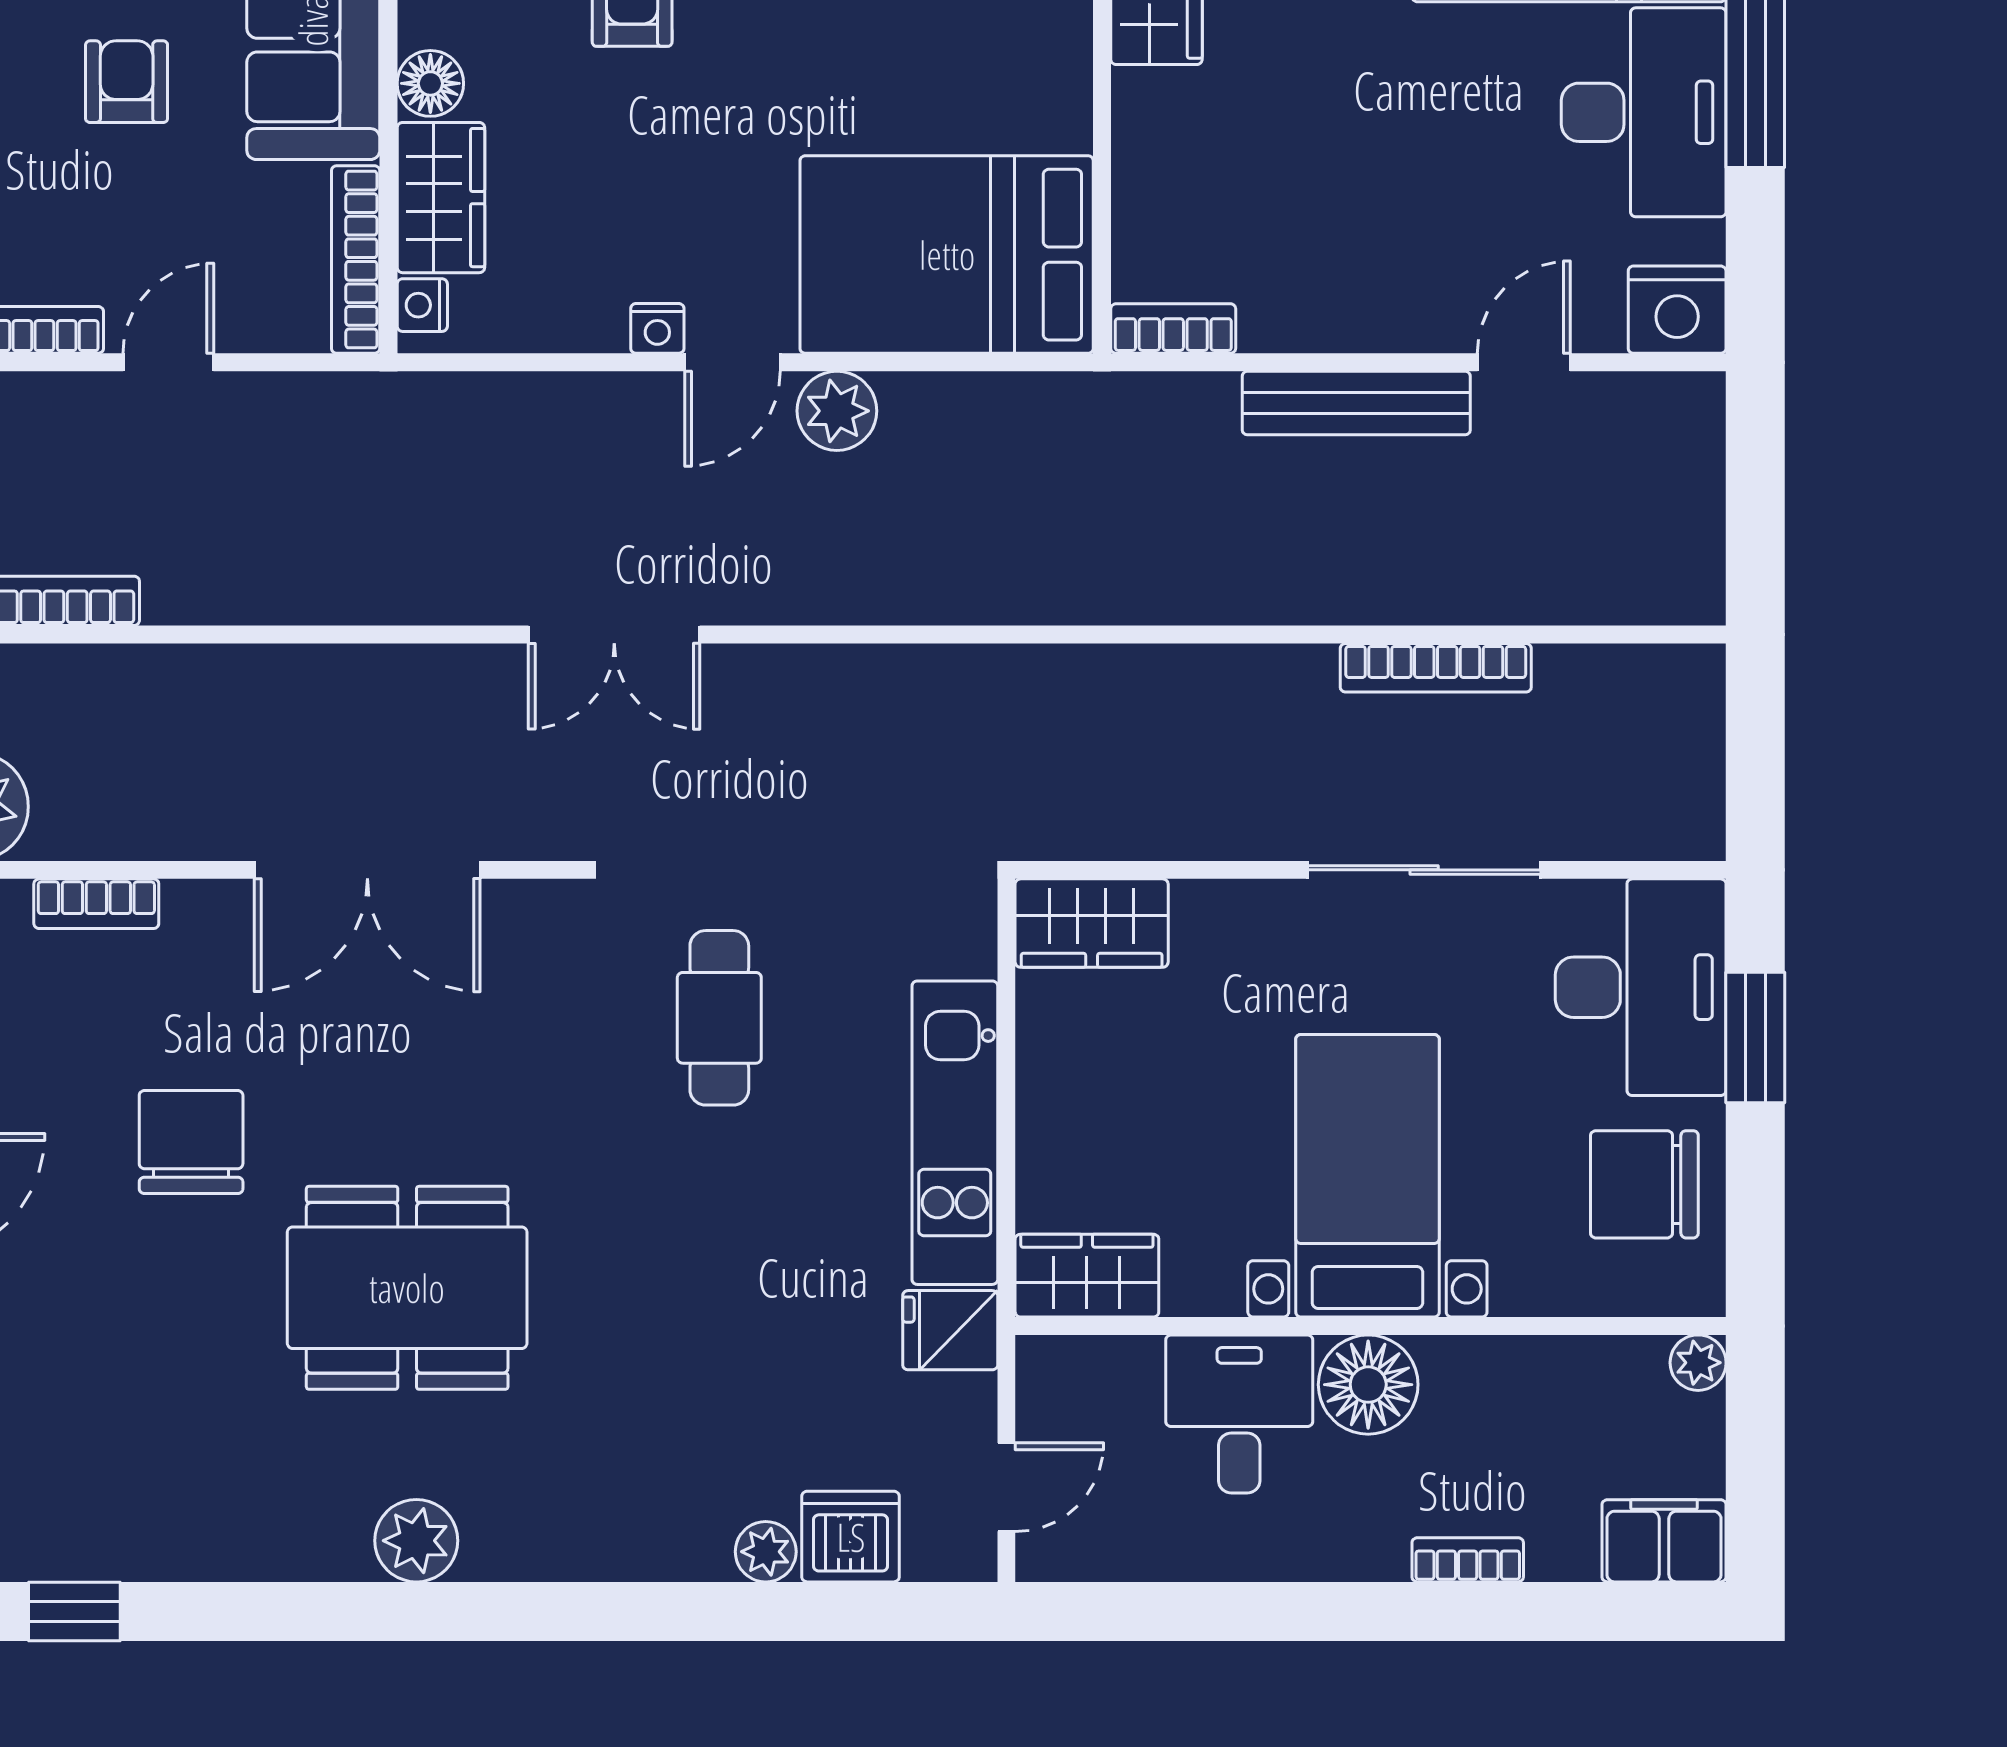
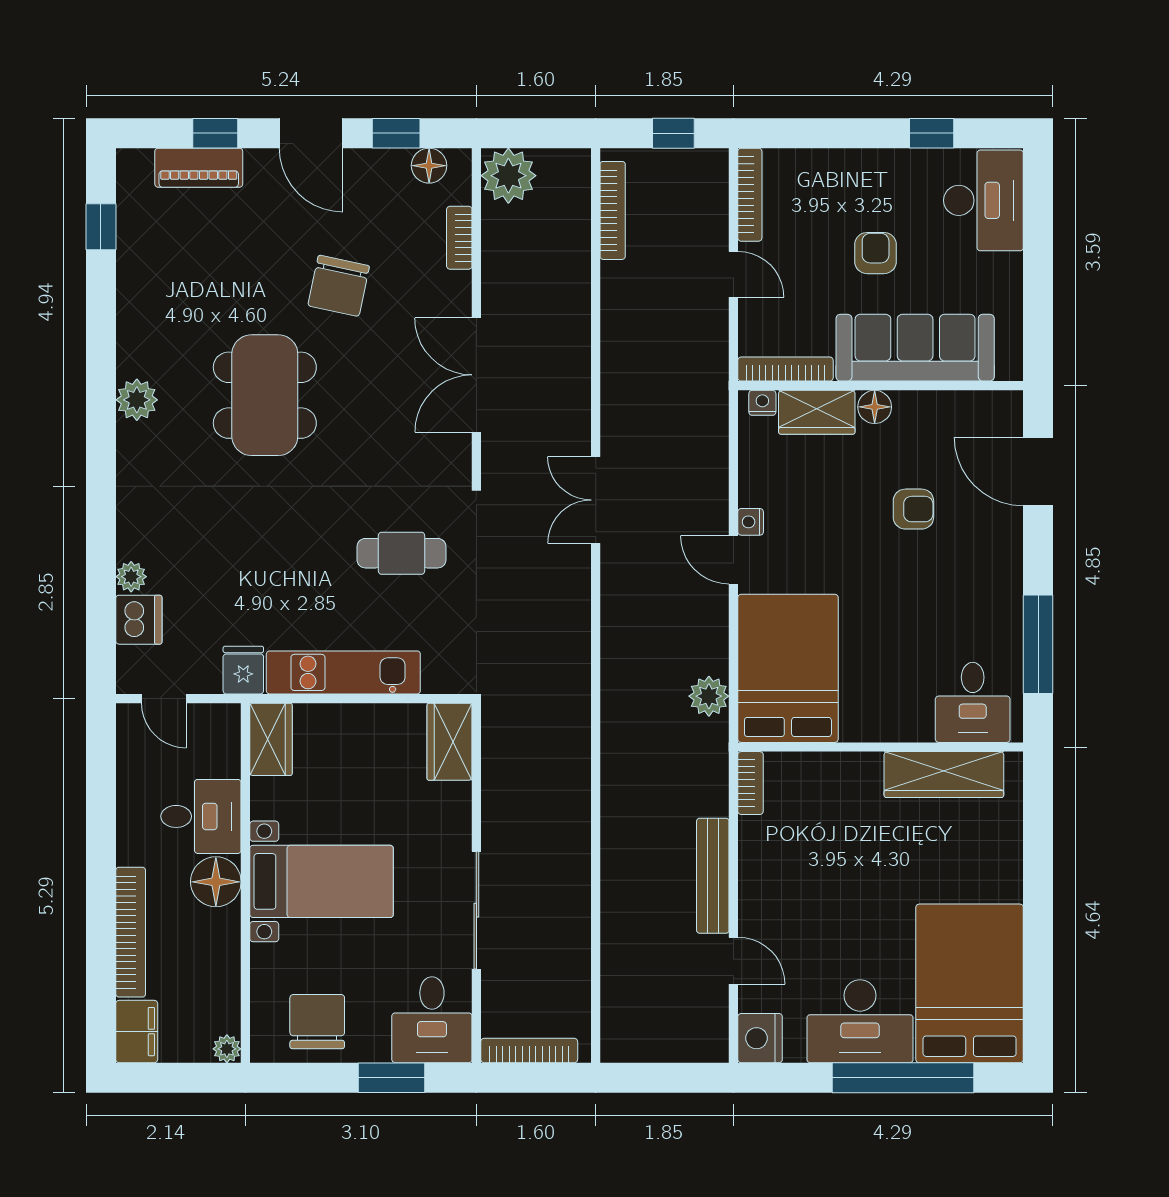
armchair: (127, 82) -> (876, 253), turned -90
plant: (837, 411) -> (709, 696), moved
bookcase: (1436, 668) -> (529, 1051), moved, turned 90
desk: (1641, 987) -> (432, 1020), width x0.73
chair: (191, 1142) -> (339, 286), turned 102
bookcase: (1468, 1560) -> (131, 932), width x2.31, depth x1.31

